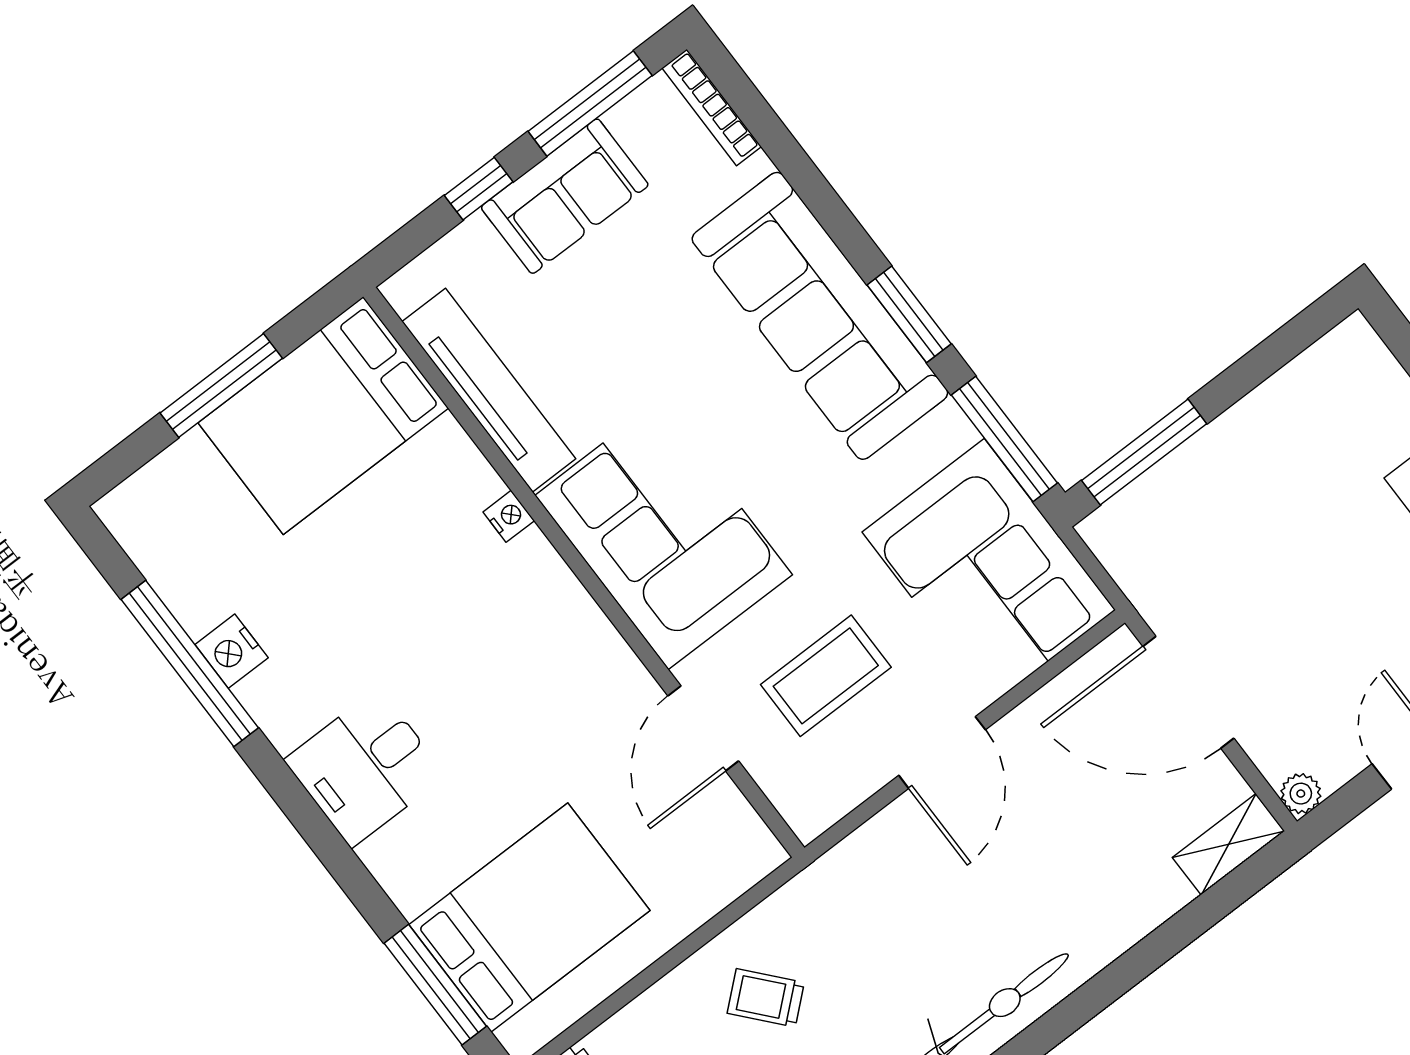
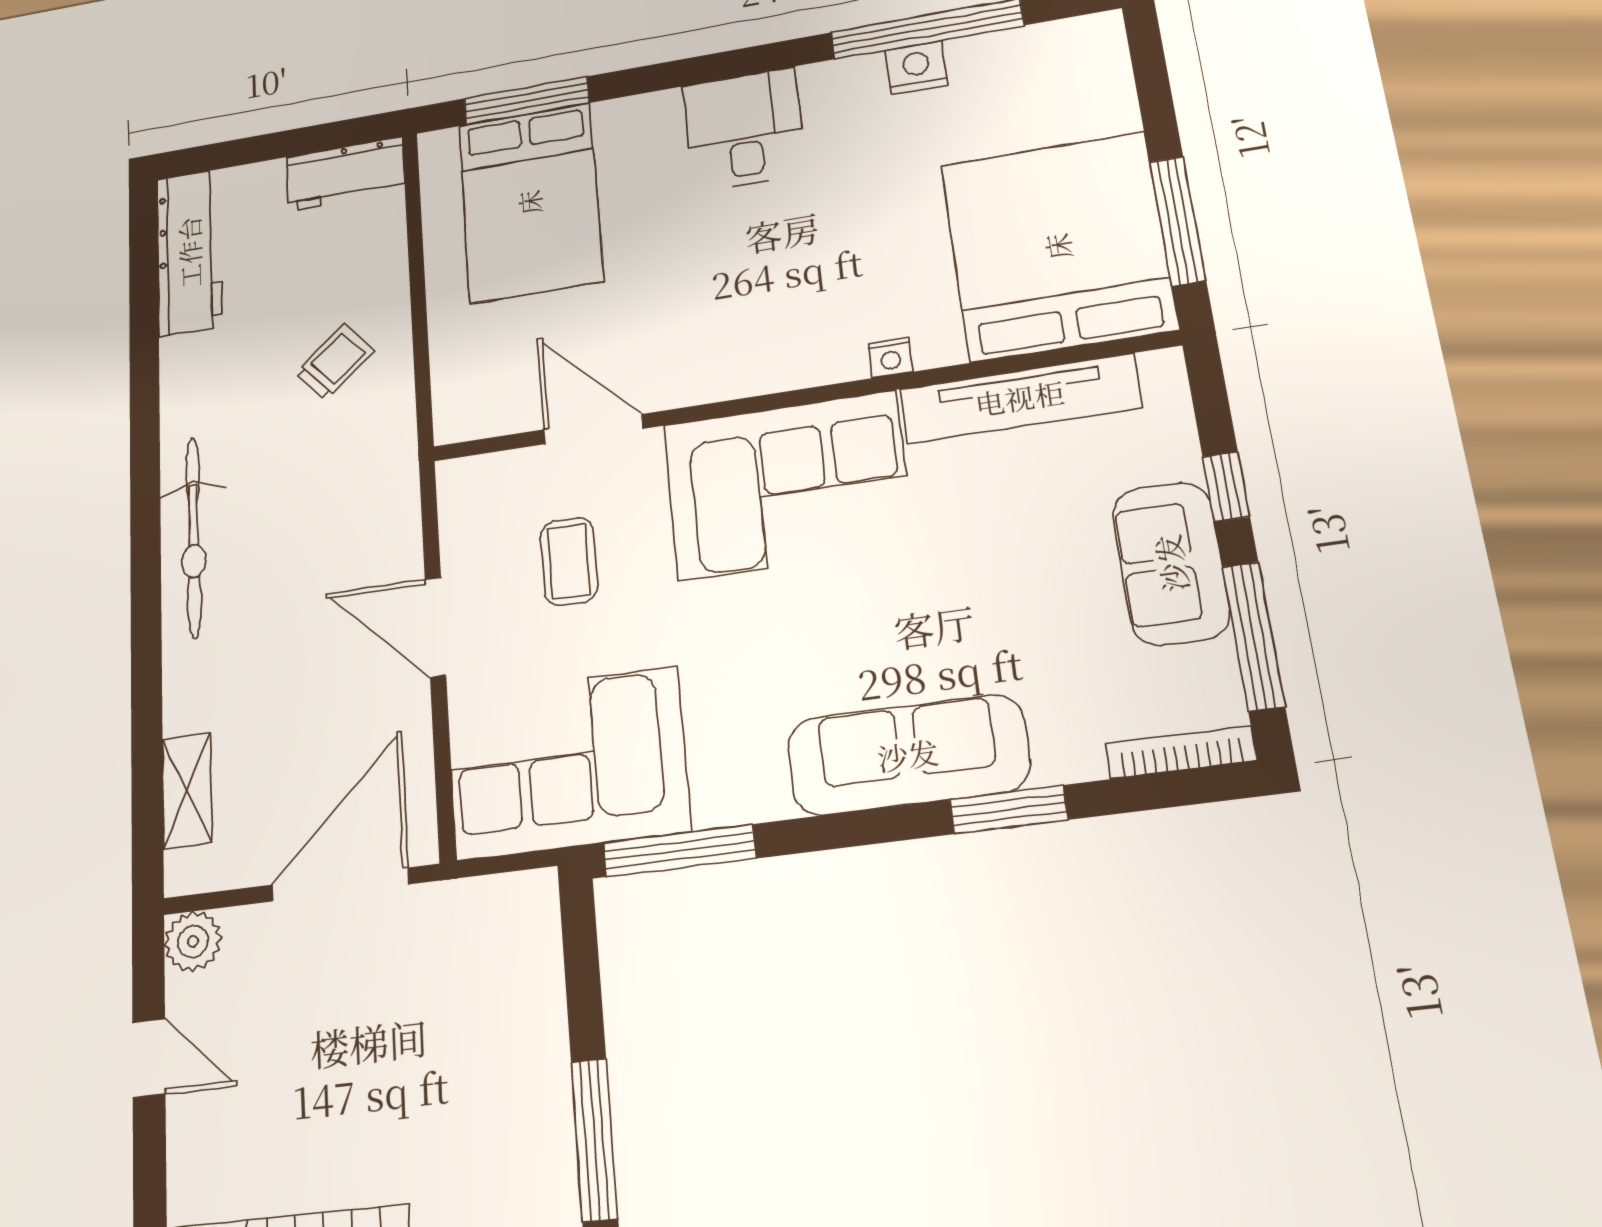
window: (909, 314) -> (1009, 810), moved
sofa: (820, 316) -> (908, 755), width x0.74, depth x0.79
window: (221, 386) -> (1177, 221), moved
bed: (323, 415) -> (1058, 246), width x1.36
window: (1144, 452) -> (594, 1140), moved
coffee table: (826, 676) -> (569, 561), width x0.73, depth x0.77
plant: (1301, 794) -> (193, 941), width x1.38, depth x1.38
shelving: (1228, 844) -> (187, 791), moved

